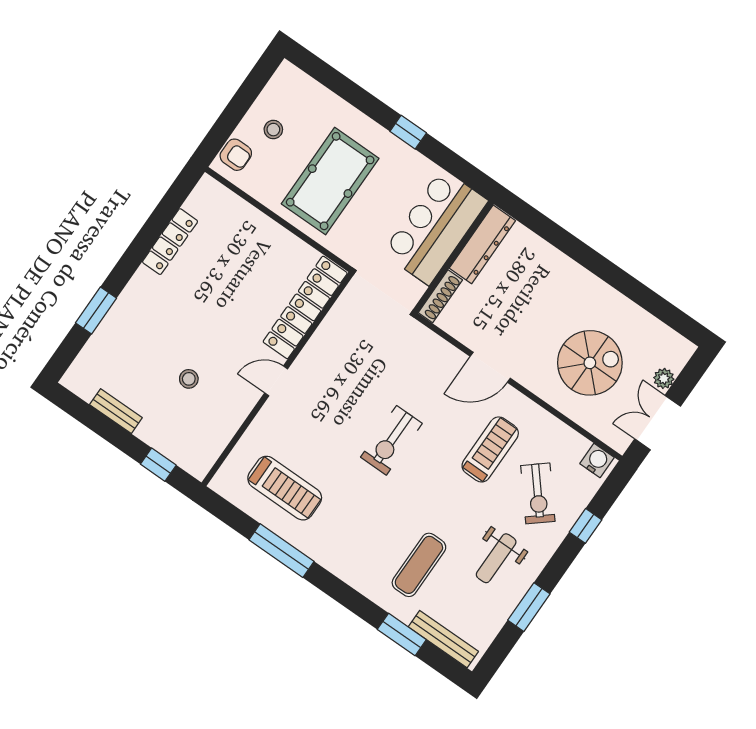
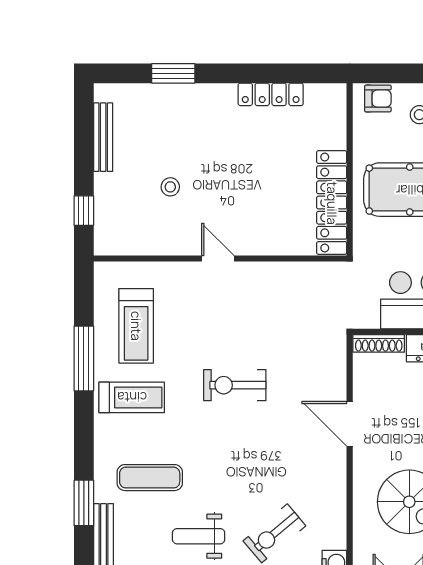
armchair: (236, 155) -> (378, 99), turned -90
locker: (305, 307) -> (332, 203), moved, turned -90
bench: (116, 411) -> (103, 137), width x1.36
treadmill: (490, 449) -> (132, 397), moved

